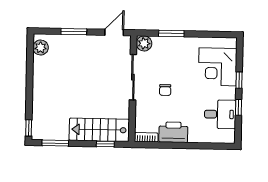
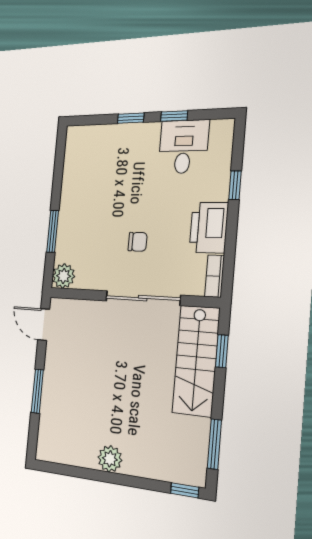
plant: (41, 48) -> (110, 459), moved
corner desk: (218, 67) -> (108, 155), removed
sliding door: (133, 77) -> (143, 298), moved
window: (197, 146) -> (235, 185), added

